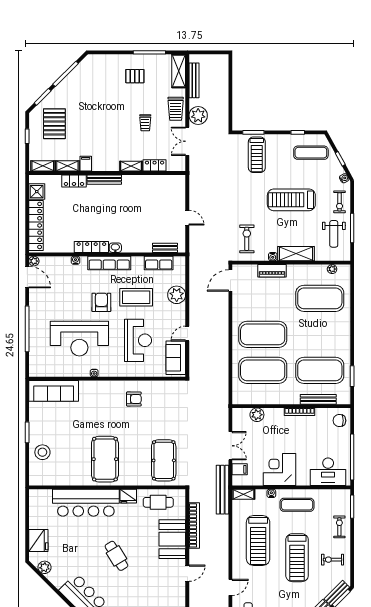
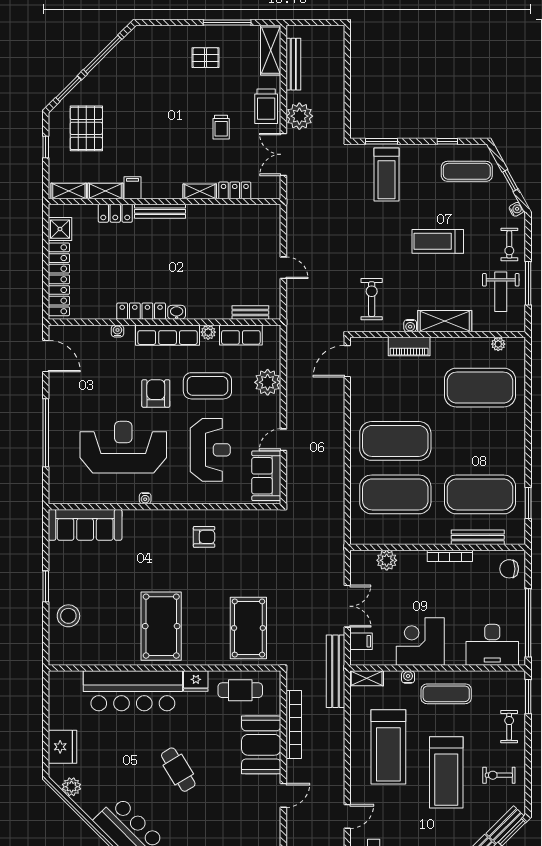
treadmill: (291, 200) -> (438, 241), width x0.73, depth x0.73
plant: (34, 261) -> (208, 332), moved
reception desk: (79, 339) -> (123, 447), turned 180

